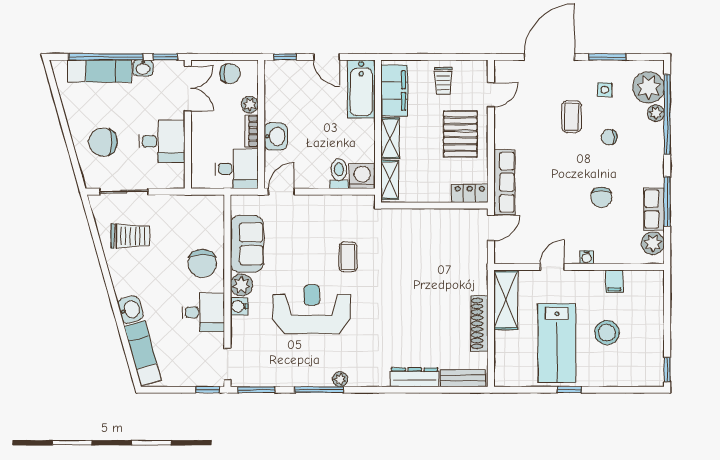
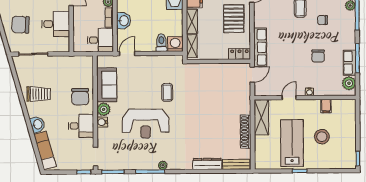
trolley: (130, 236) -> (39, 94), moved
reception desk: (312, 309) -> (146, 124), turned 180
lab bench: (557, 343) -> (292, 143), turned 180

